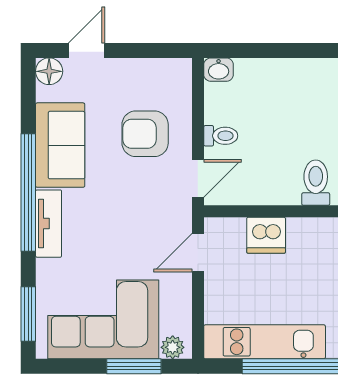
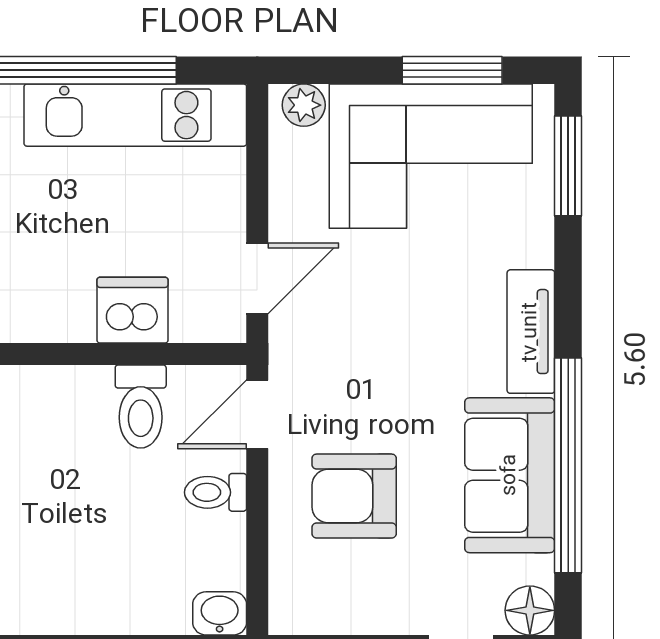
armchair: (145, 134) -> (354, 496), turned 180
toilet: (316, 183) -> (141, 407), moved
window: (28, 193) -> (568, 465), moved
window: (134, 366) -> (452, 70), moved

